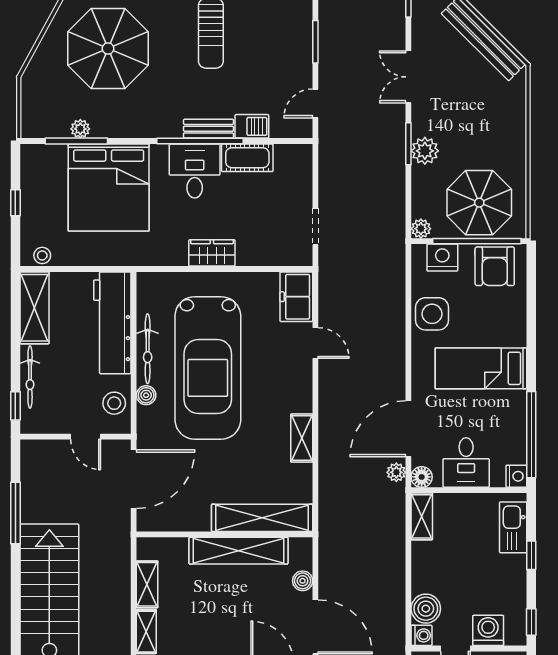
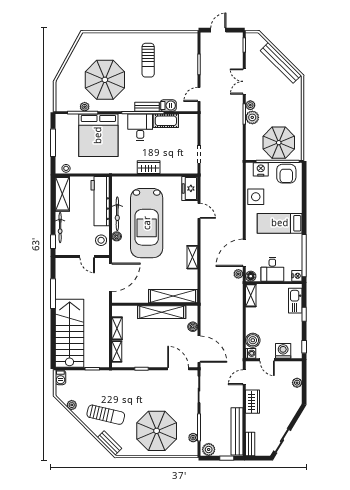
parasol: (108, 49) -> (105, 80), moved
window: (15, 203) -> (53, 143), width x2.17
plant: (421, 229) -> (250, 105), moved

